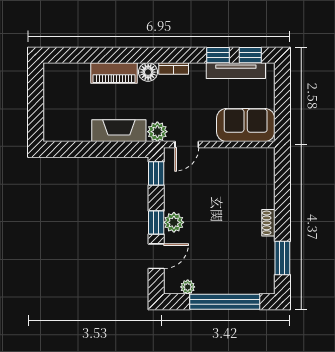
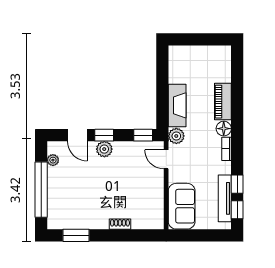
shoe rack: (268, 223) -> (120, 224), moved

